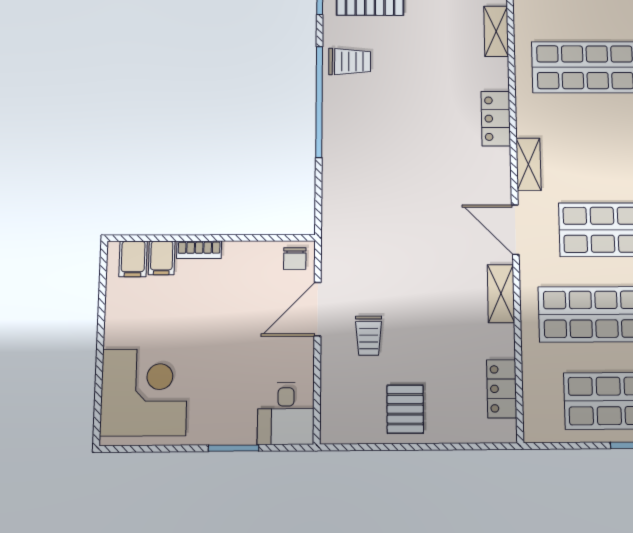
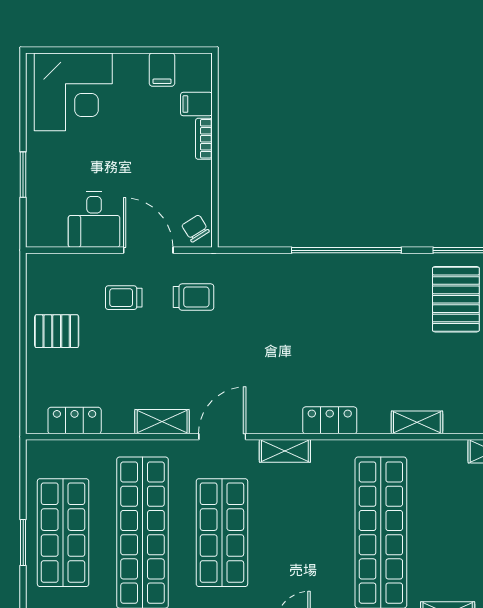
trolley: (350, 62) -> (194, 297), moved, turned -90
filing cabinet: (133, 259) -> (162, 70), moved, turned -90
chair: (295, 259) -> (195, 228), turned 58
desk: (286, 414) -> (94, 220), moved, turned -90

